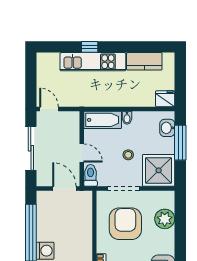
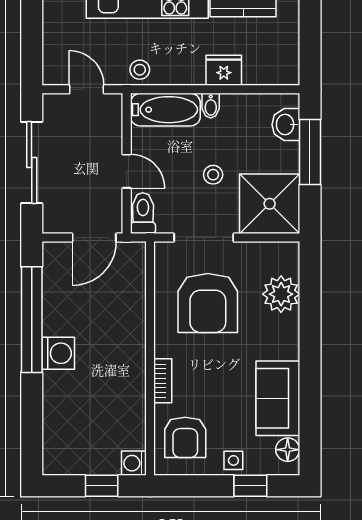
stool: (89, 98) -> (140, 70), added
fridge: (165, 99) -> (224, 70), moved
door: (49, 109) -> (87, 89), moved
door: (64, 189) -> (94, 238), swing flipped
armchair: (125, 224) -> (208, 303), turned 180

